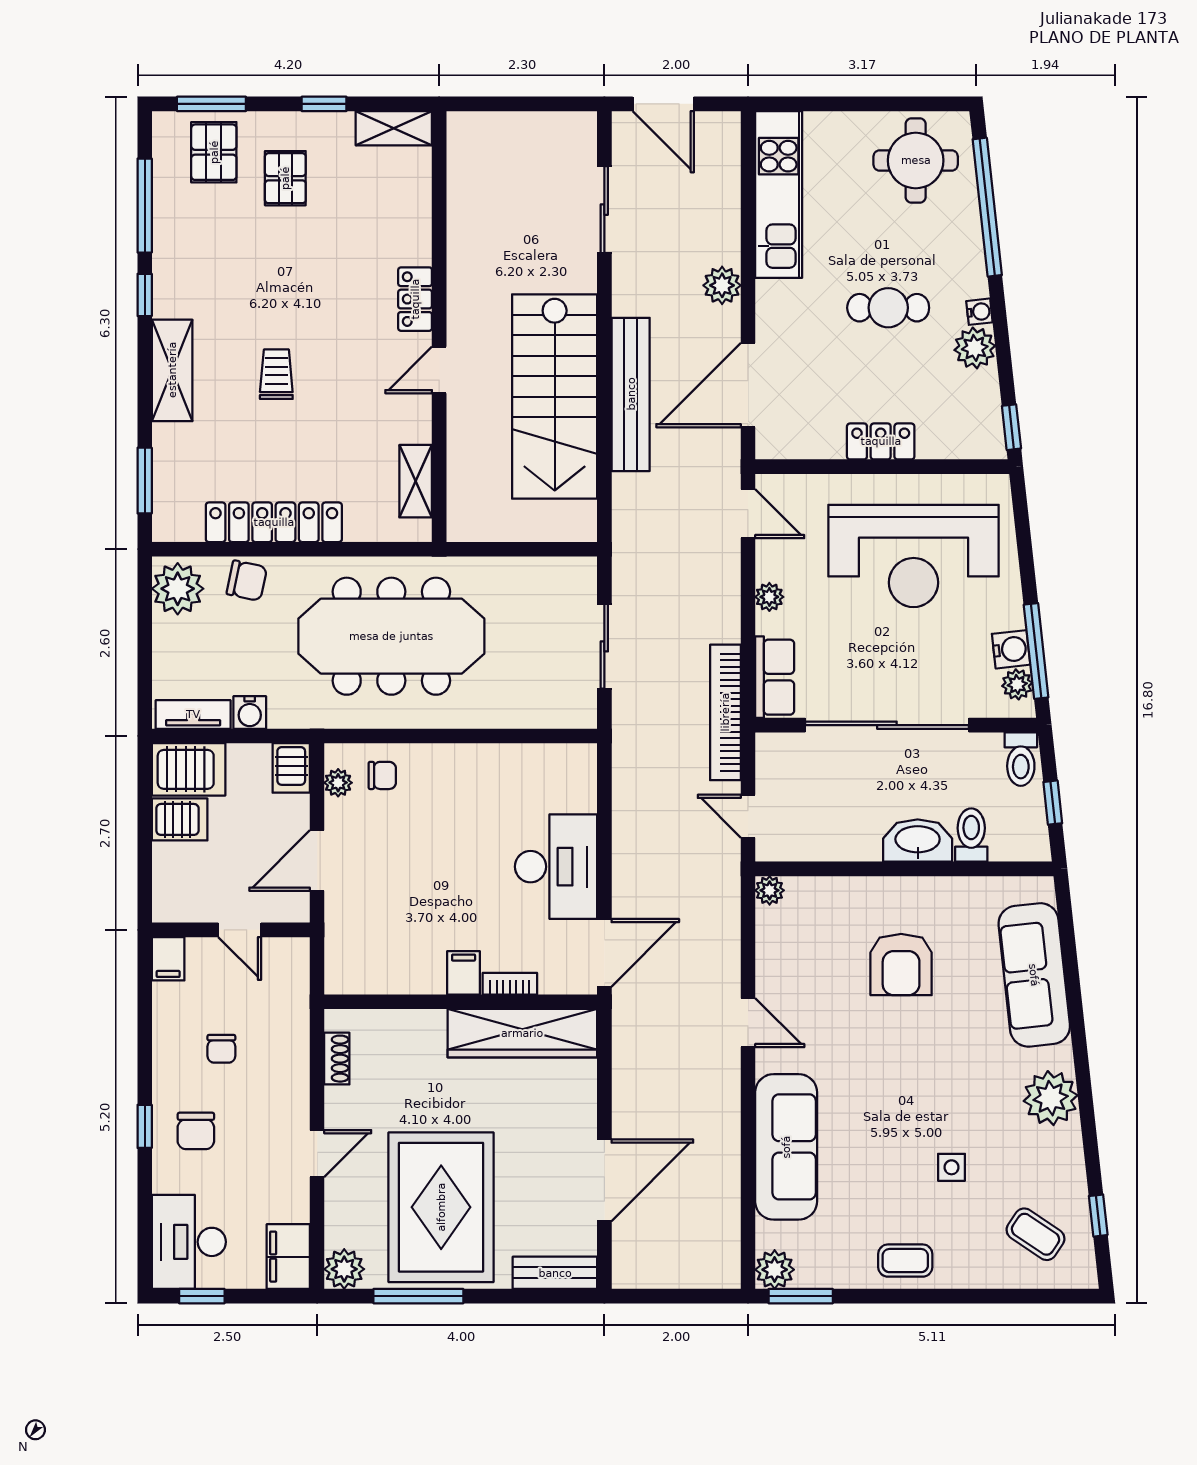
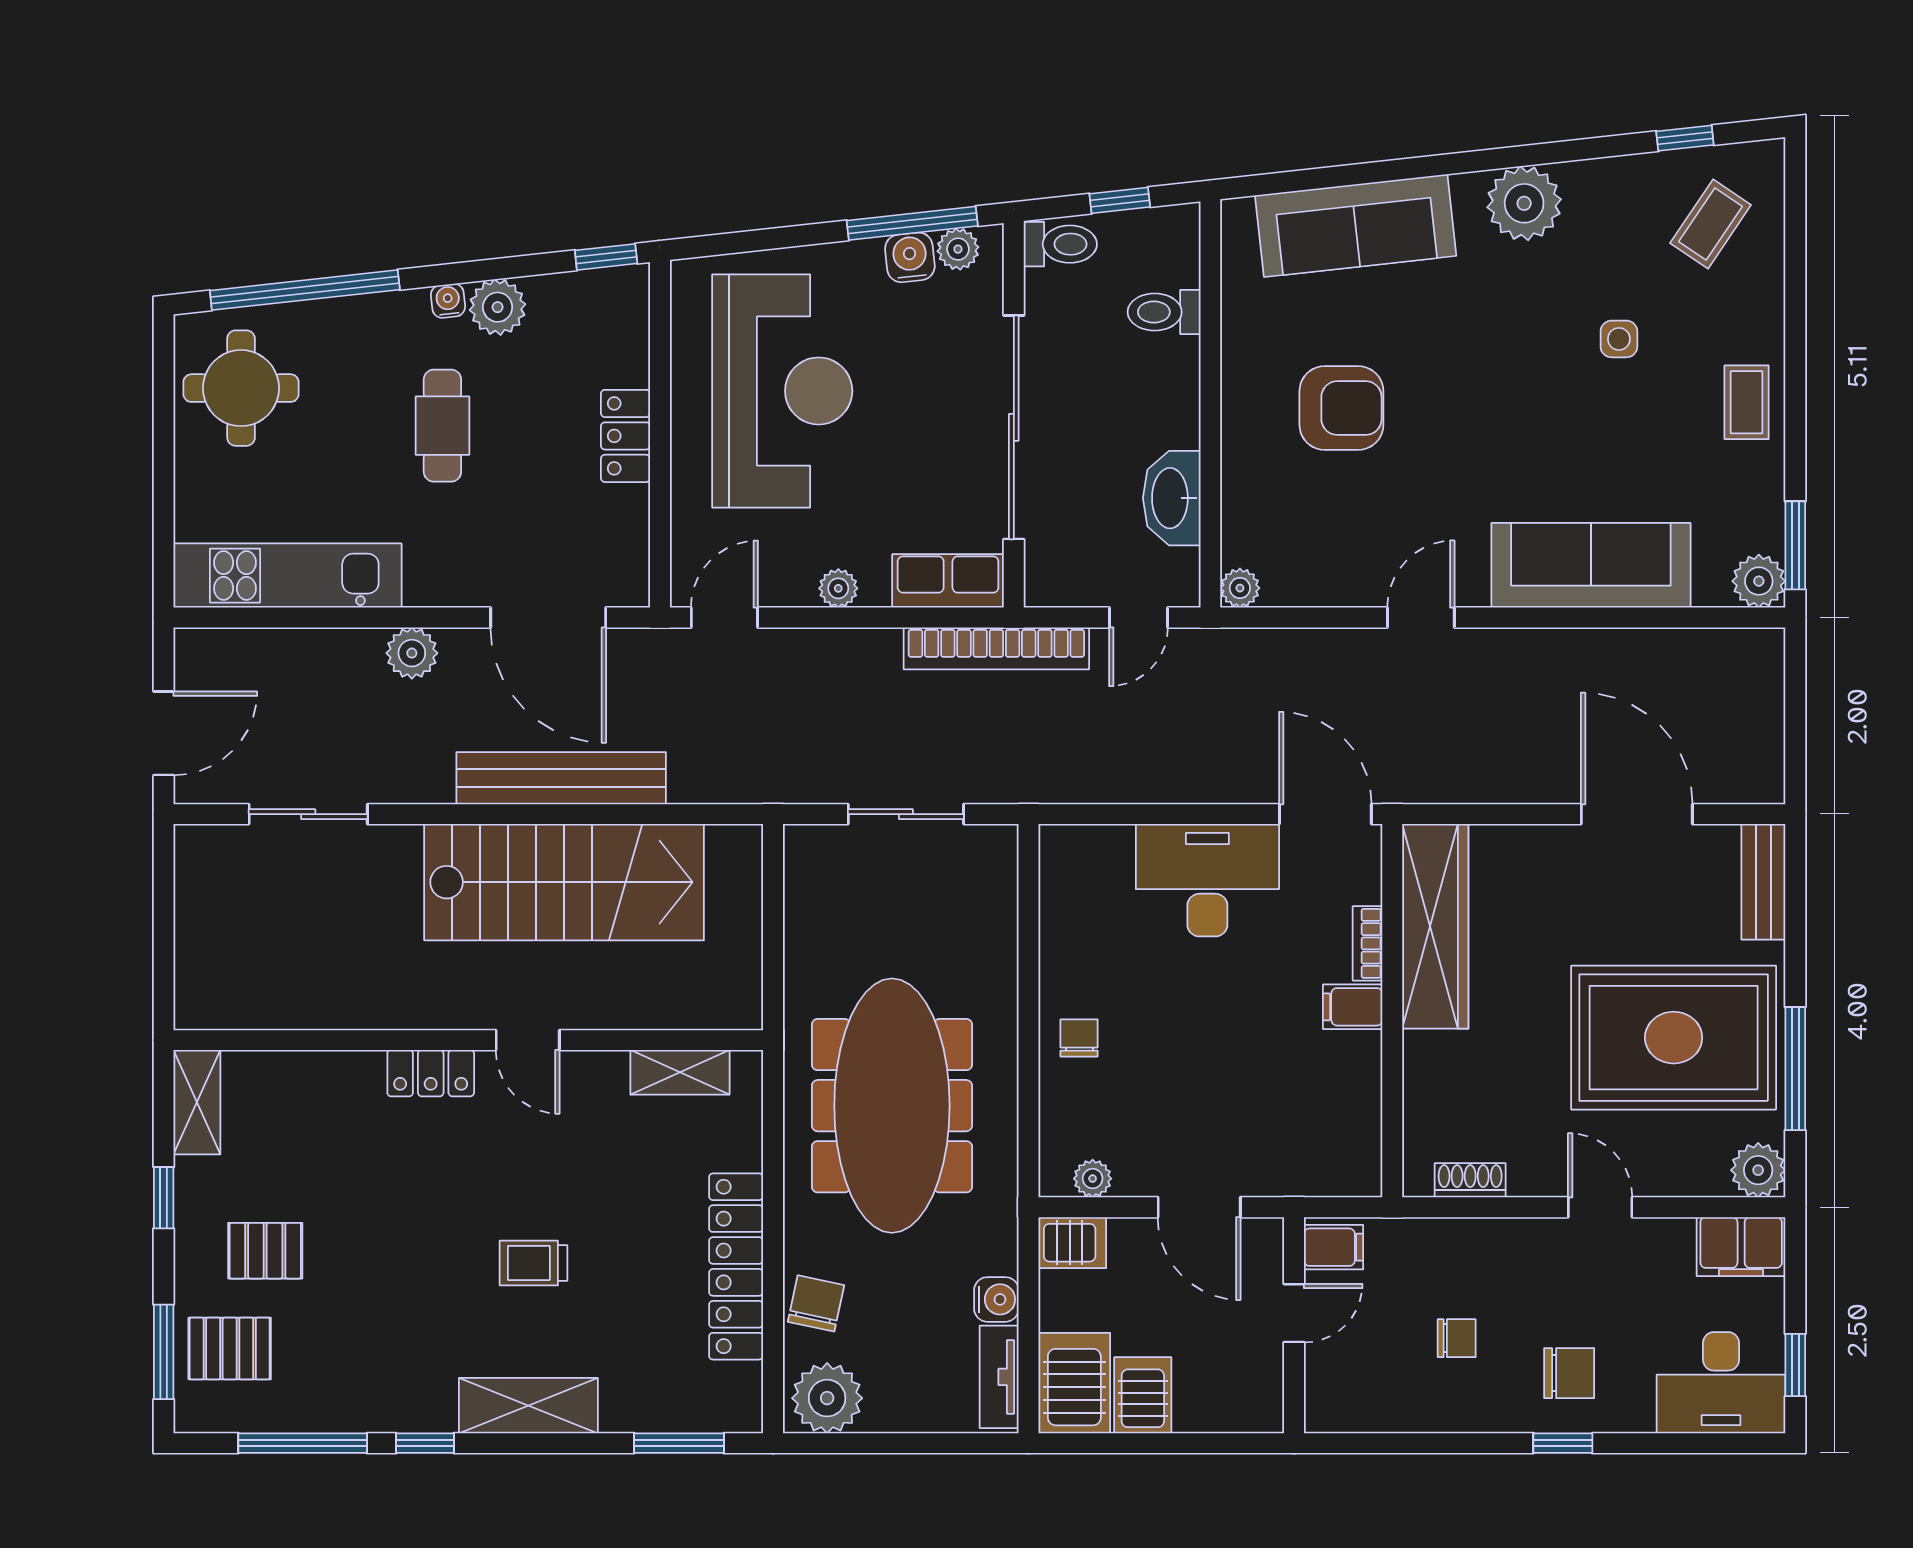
chair: (382, 775) -> (1079, 1038), moved
washbasin: (918, 841) -> (1172, 498), moved
filing cabinet: (168, 959) -> (1333, 1247), moved

